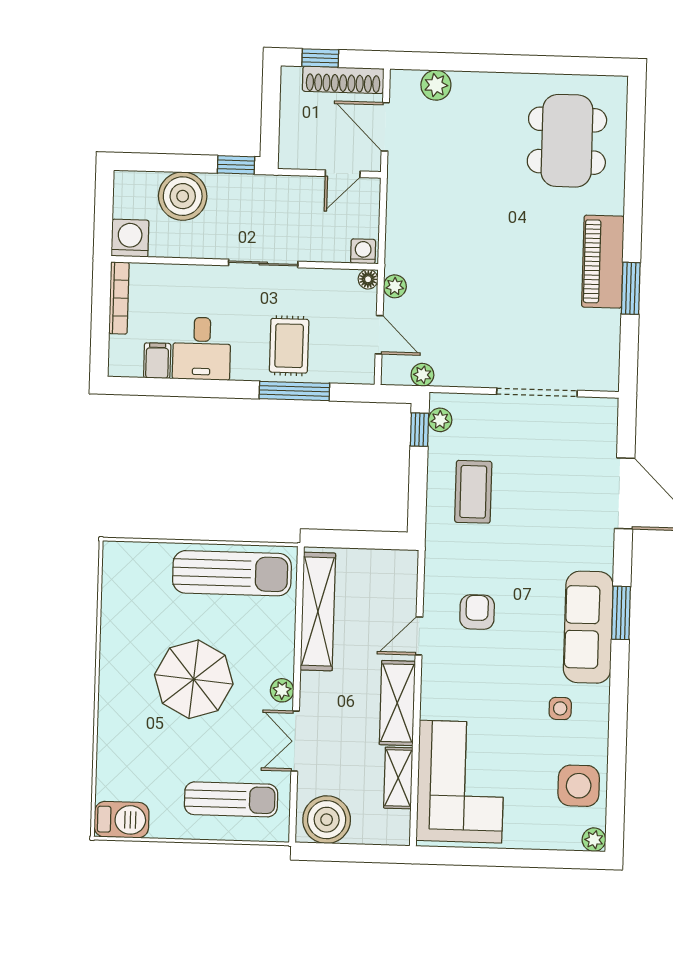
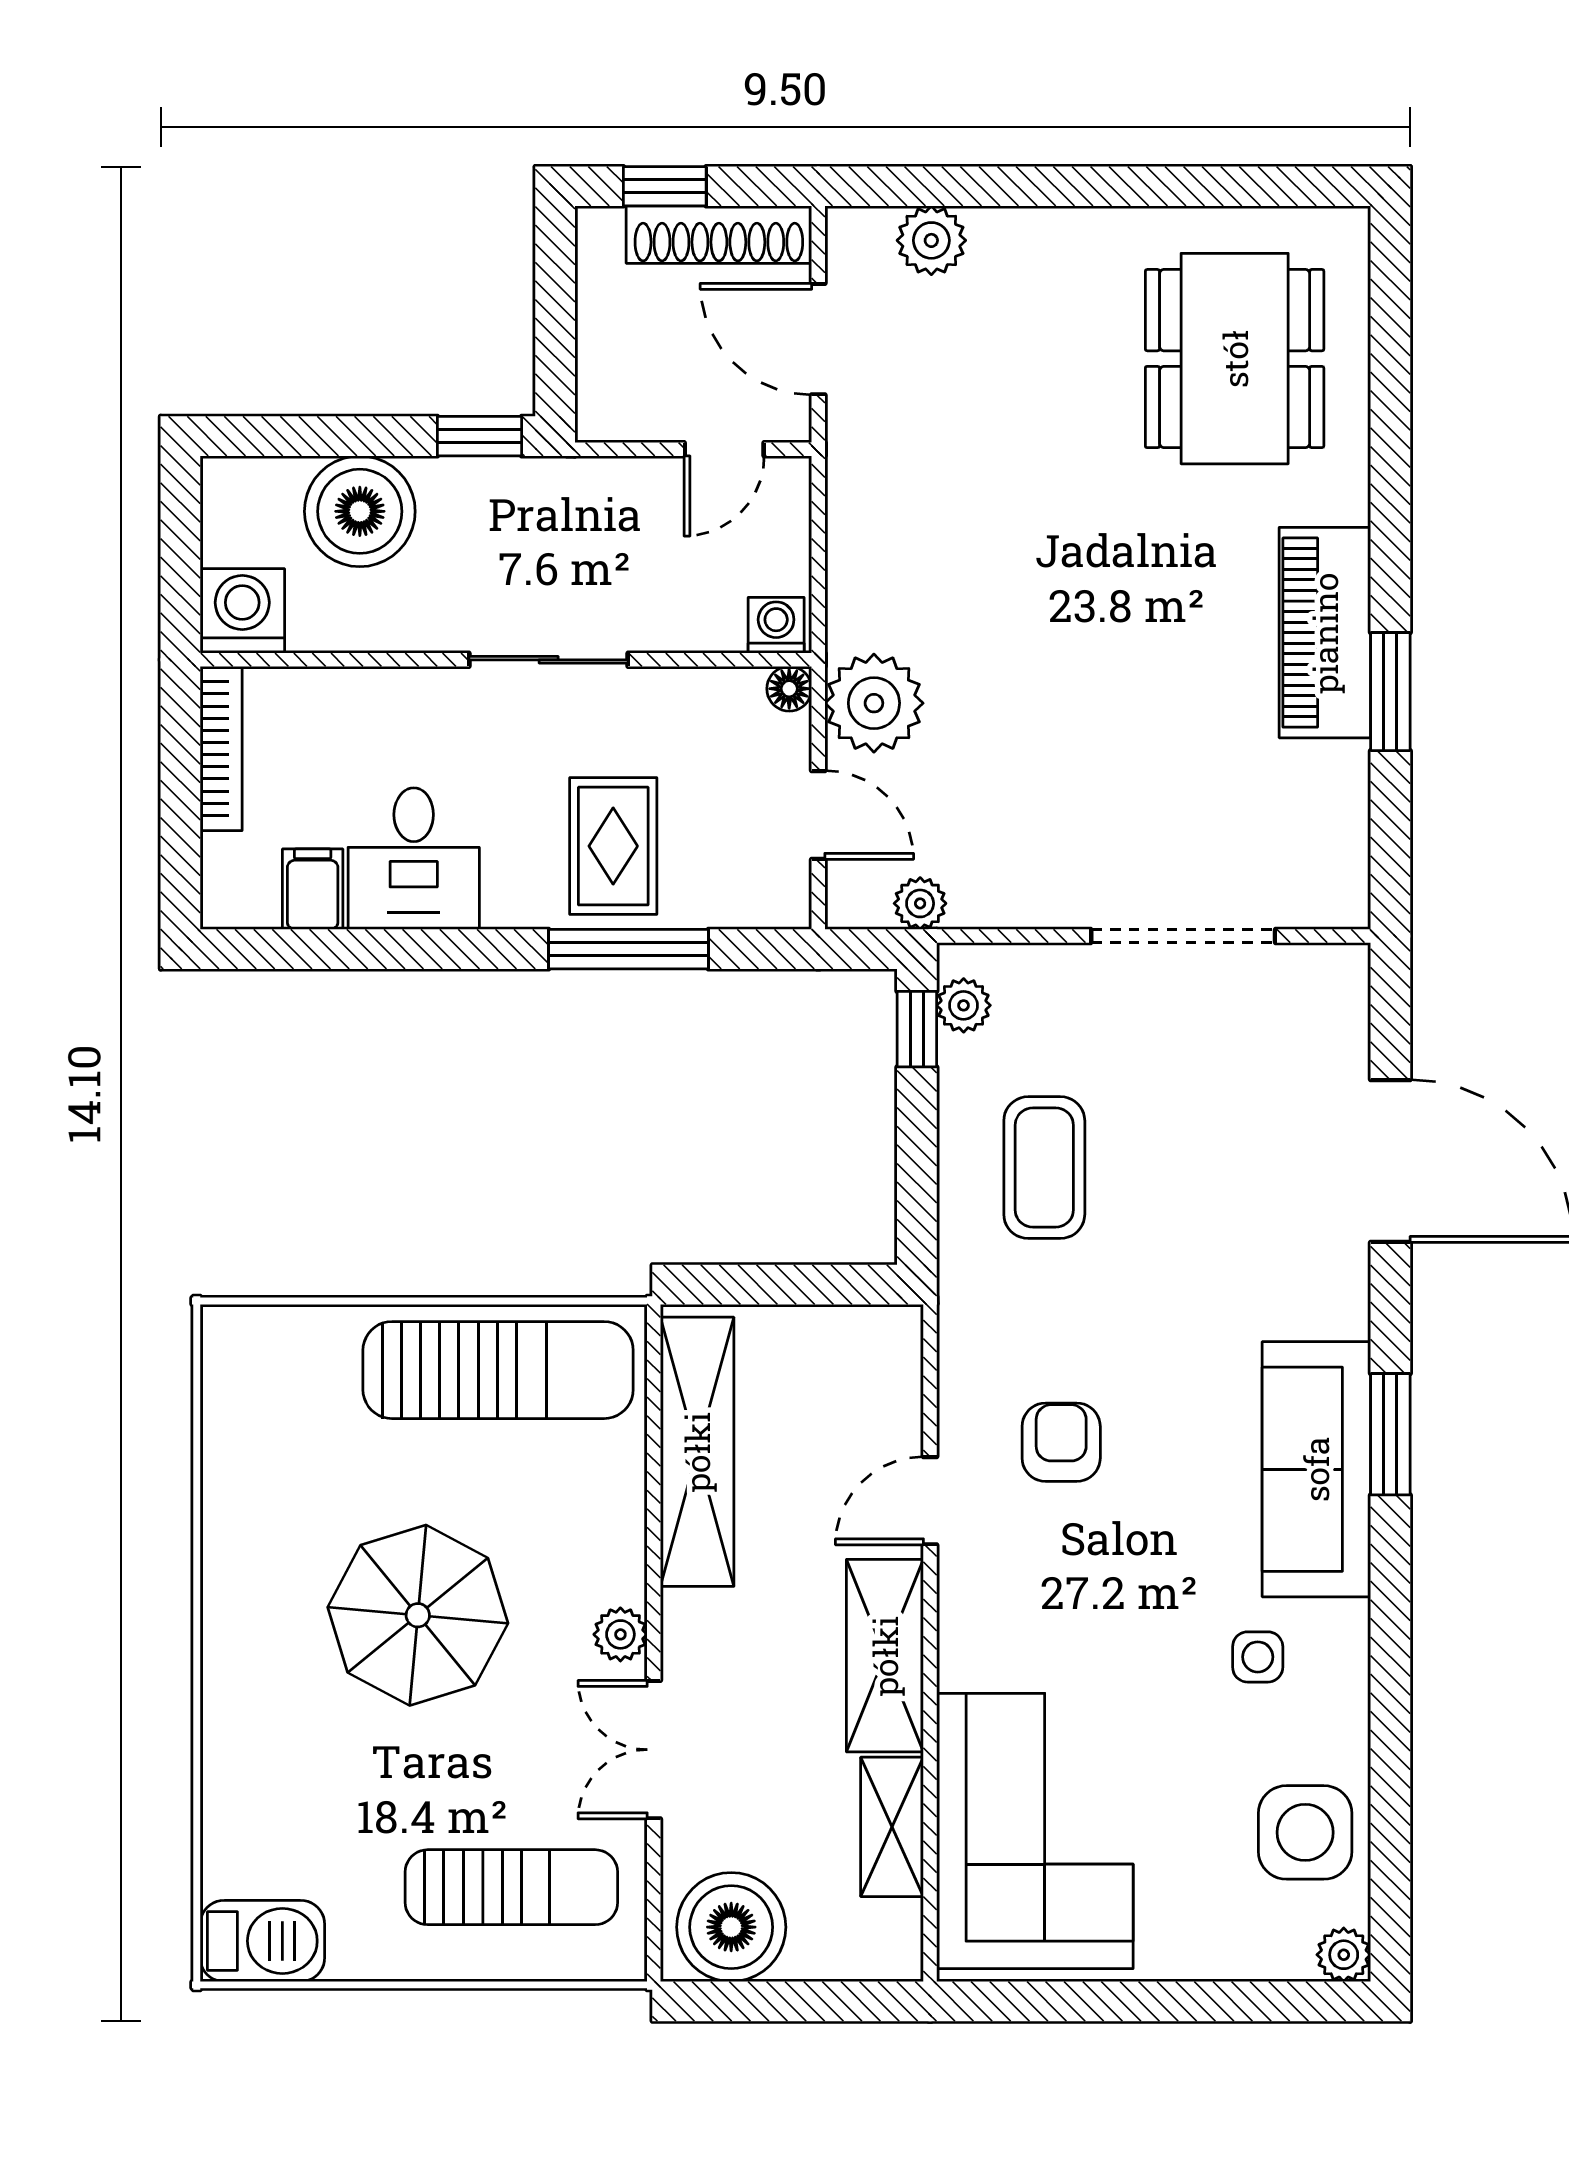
plant: (395, 286) -> (874, 703), width x1.88, depth x1.88

